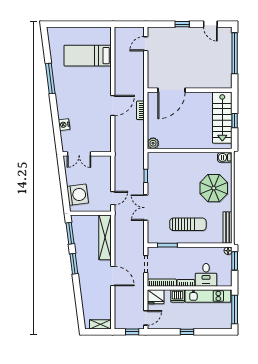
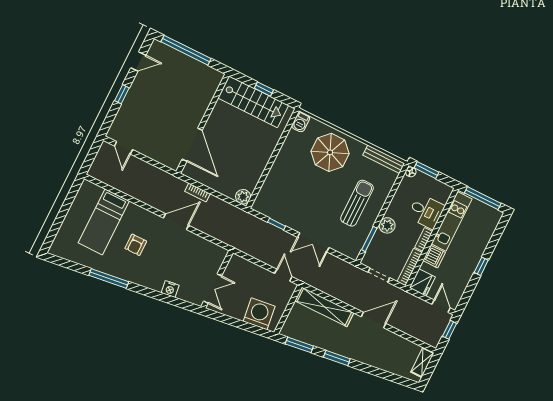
armchair: (83, 86) -> (136, 245), added
door: (113, 105) -> (176, 222), hinge flipped
plant: (183, 253) -> (387, 225), added

